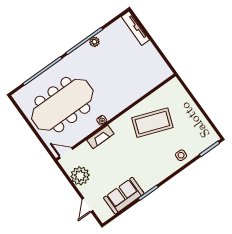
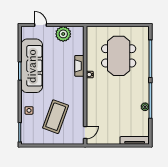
meeting table: (62, 105) -> (119, 56), width x0.73
coffee table: (152, 123) -> (56, 117), moved
door: (66, 153) -> (85, 133), moved
sofa: (124, 196) -> (32, 66), width x1.85, depth x1.27

